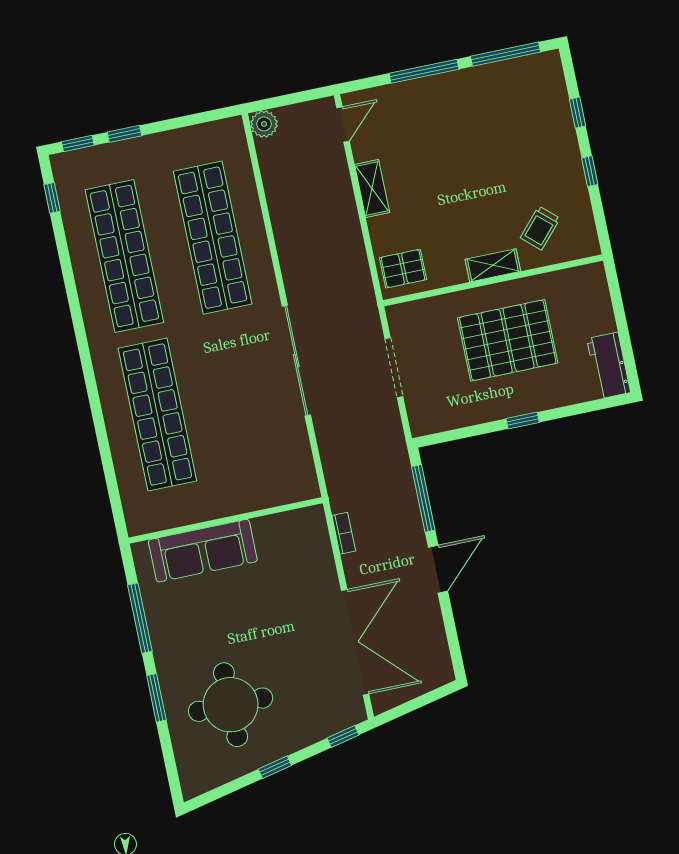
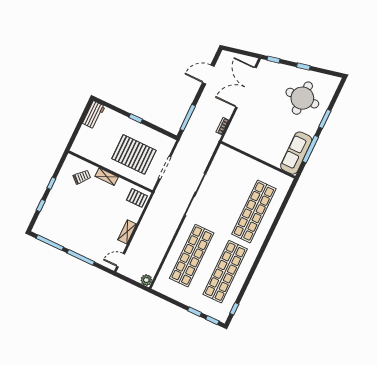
pallet: (508, 340) -> (134, 154), moved
sofa: (203, 551) -> (296, 153), moved, turned -90
door: (438, 569) -> (208, 74), moved

